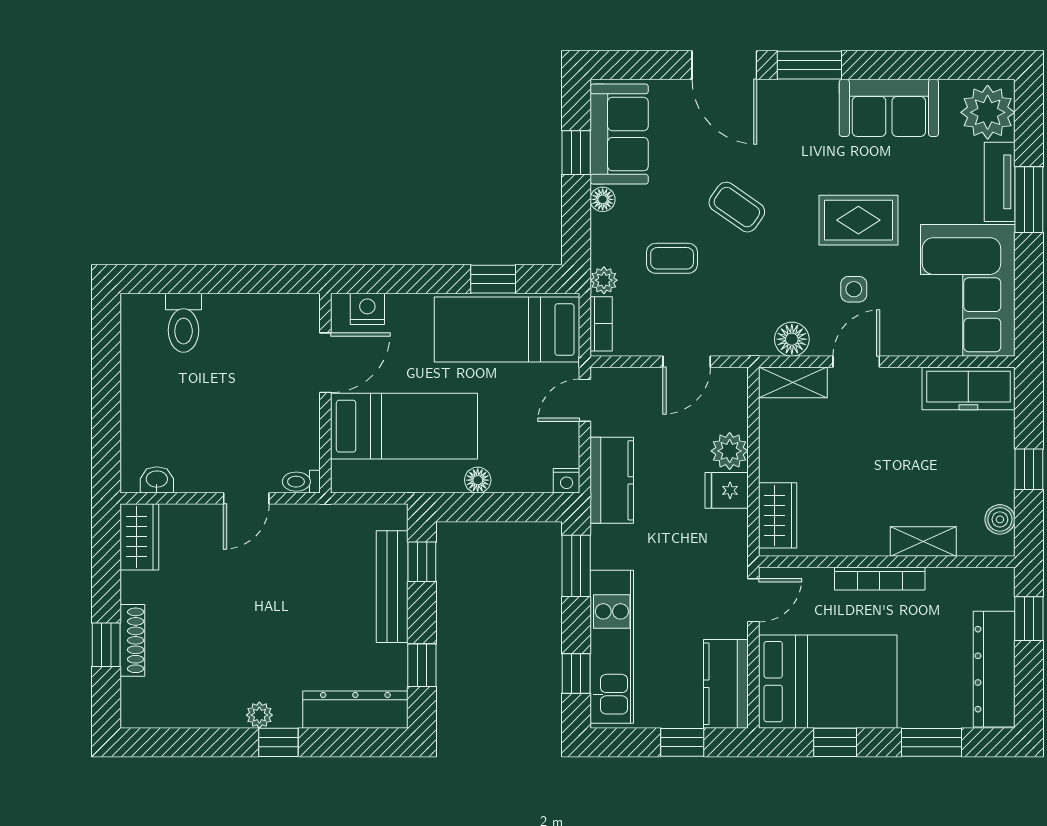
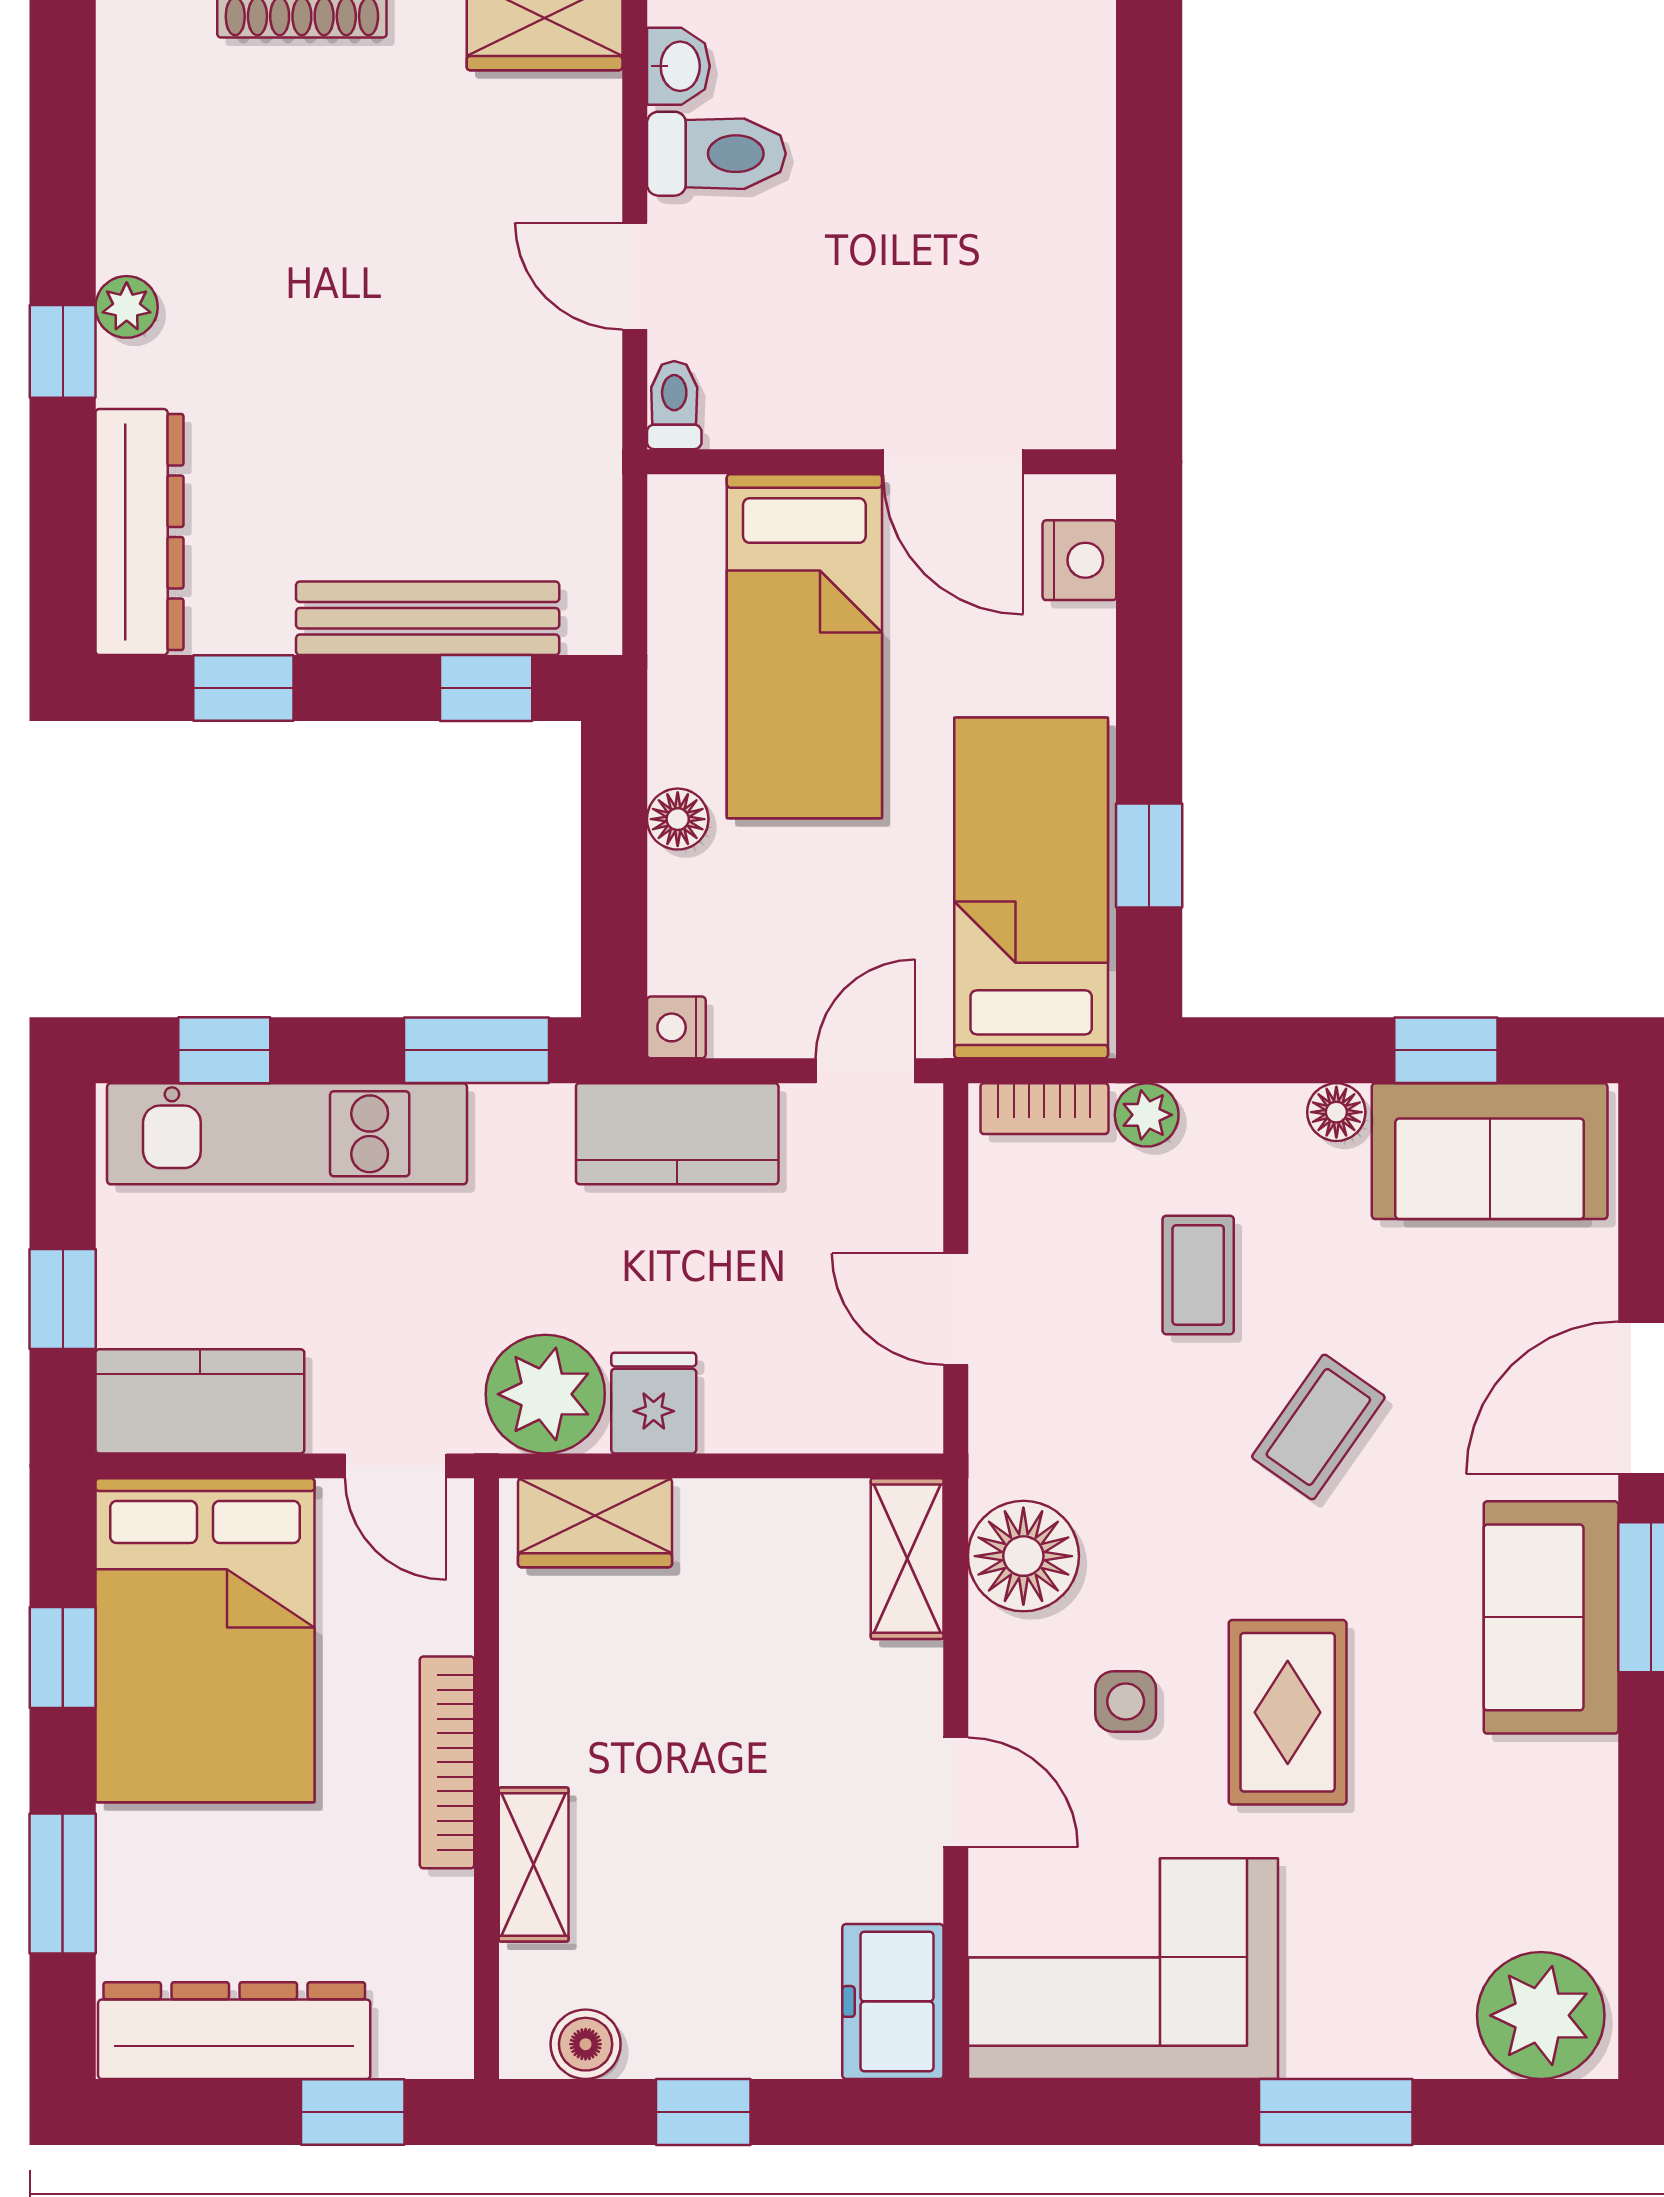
sofa: (889, 108) -> (1551, 1617), moved
tv unit: (1000, 182) -> (1377, 2044), removed
toilet: (184, 323) -> (716, 154), moved, turned 180
floor lamp: (792, 339) -> (1023, 1556), width x1.38, depth x1.38
door: (856, 362) -> (956, 1792), moved
freezer: (968, 388) -> (893, 2001), width x0.71
door: (585, 400) -> (865, 1071), hinge flipped
plant: (730, 451) -> (545, 1394), moved, width x1.36, depth x1.36

